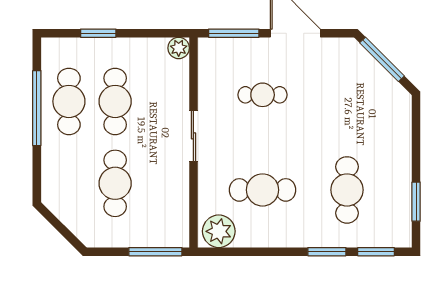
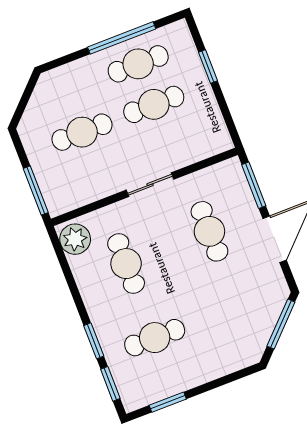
plant: (179, 48) -> (222, 142), removed
cafe table: (263, 95) -> (209, 231), width x1.37, depth x1.35

